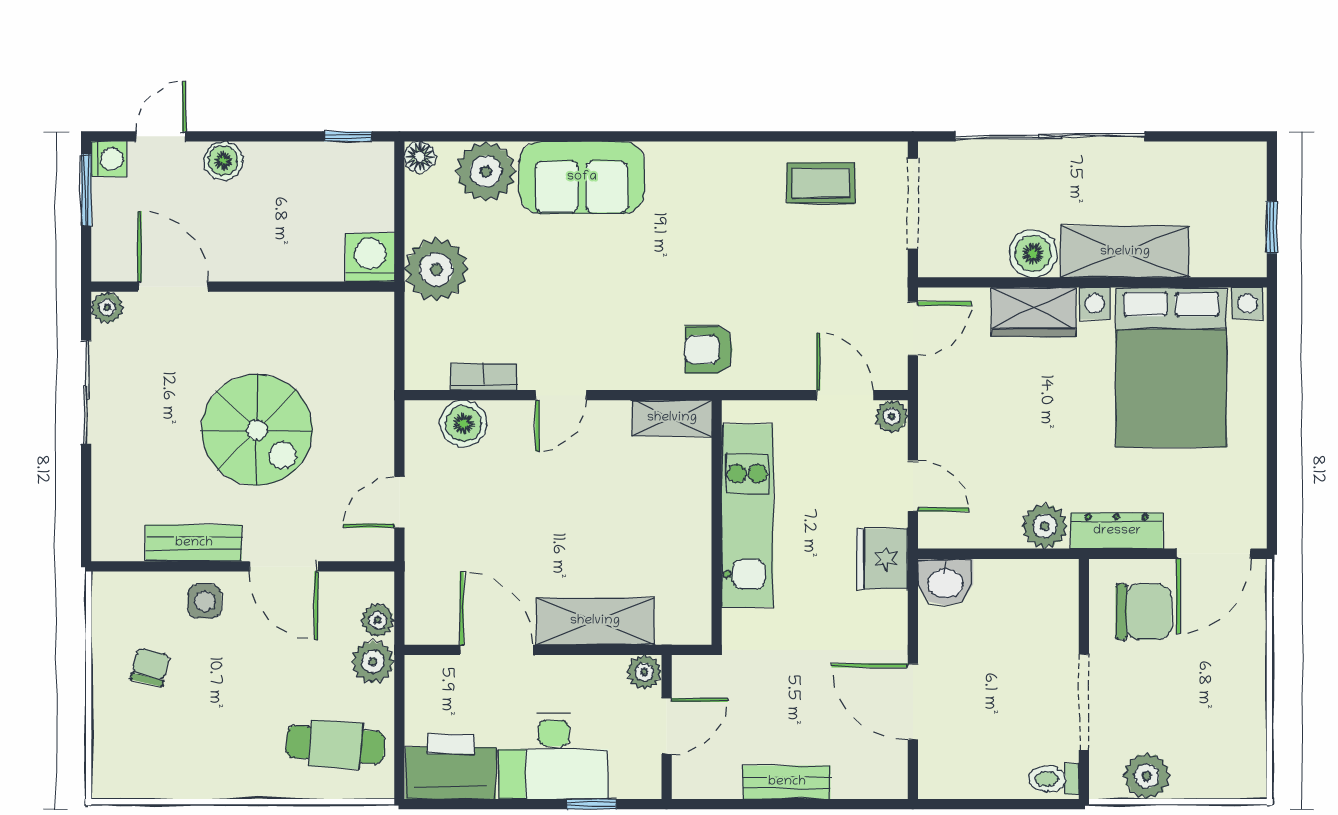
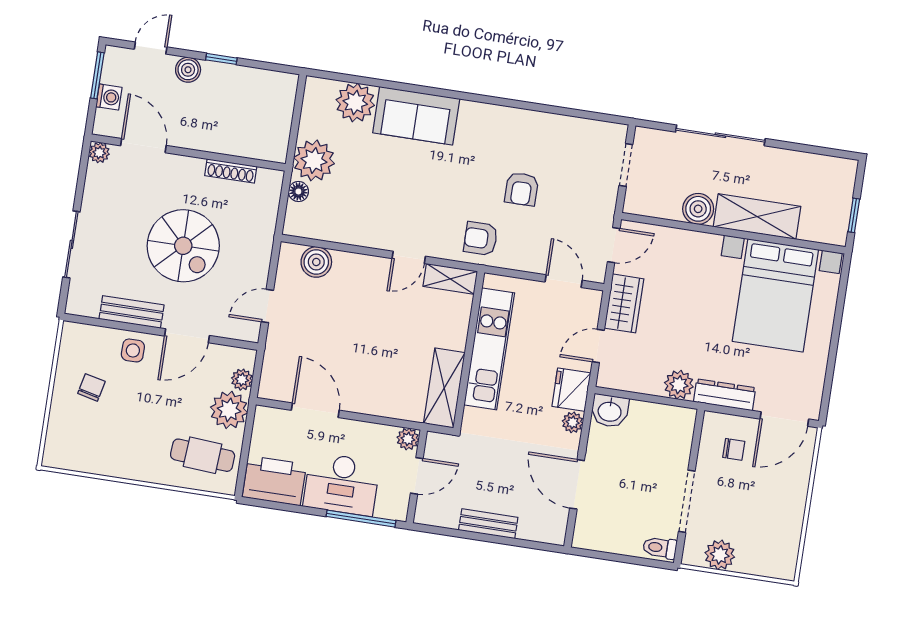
window: (348, 136) -> (221, 59), moved
sliding door: (1050, 136) -> (720, 135), width x0.73
floor lamp: (420, 157) -> (298, 191), moved
washing machine: (109, 159) -> (109, 97), moved
coffee table: (821, 183) -> (569, 143), removed
doorway: (913, 204) -> (626, 165), width x0.73
washing machine: (370, 257) -> (273, 146), removed
armchair: (759, 265) -> (522, 189), added
shoe rack: (312, 305) -> (231, 171), added
wardrobe: (1034, 312) -> (624, 303), moved, turned -90
bookcase: (484, 377) -> (334, 234), removed
sliding door: (86, 392) -> (71, 244), moved
door: (561, 395) -> (409, 257), moved
plant: (892, 416) -> (573, 422), moved
door: (913, 486) -> (598, 346), swing flipped
door: (284, 566) -> (187, 336), hinge flipped
chair: (1143, 612) -> (734, 449), width x0.54, depth x0.54
shelving: (595, 621) -> (444, 388), moved, turned 90
plant: (373, 662) -> (229, 410), width x1.36, depth x1.36
window: (591, 804) -> (361, 519), width x2.17

